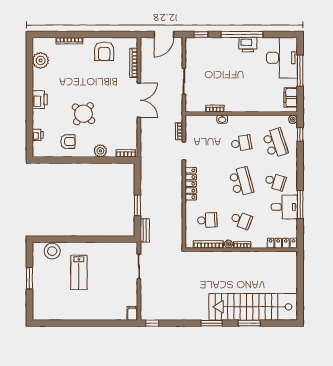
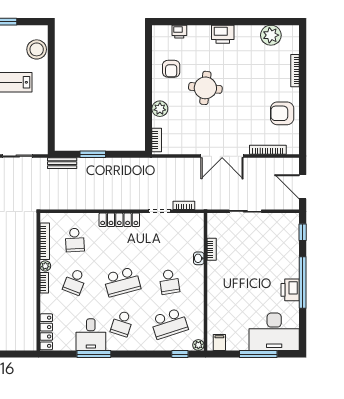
filing cabinet: (291, 97) -> (219, 342), width x0.50
round table: (83, 114) -> (205, 88), turned -34

